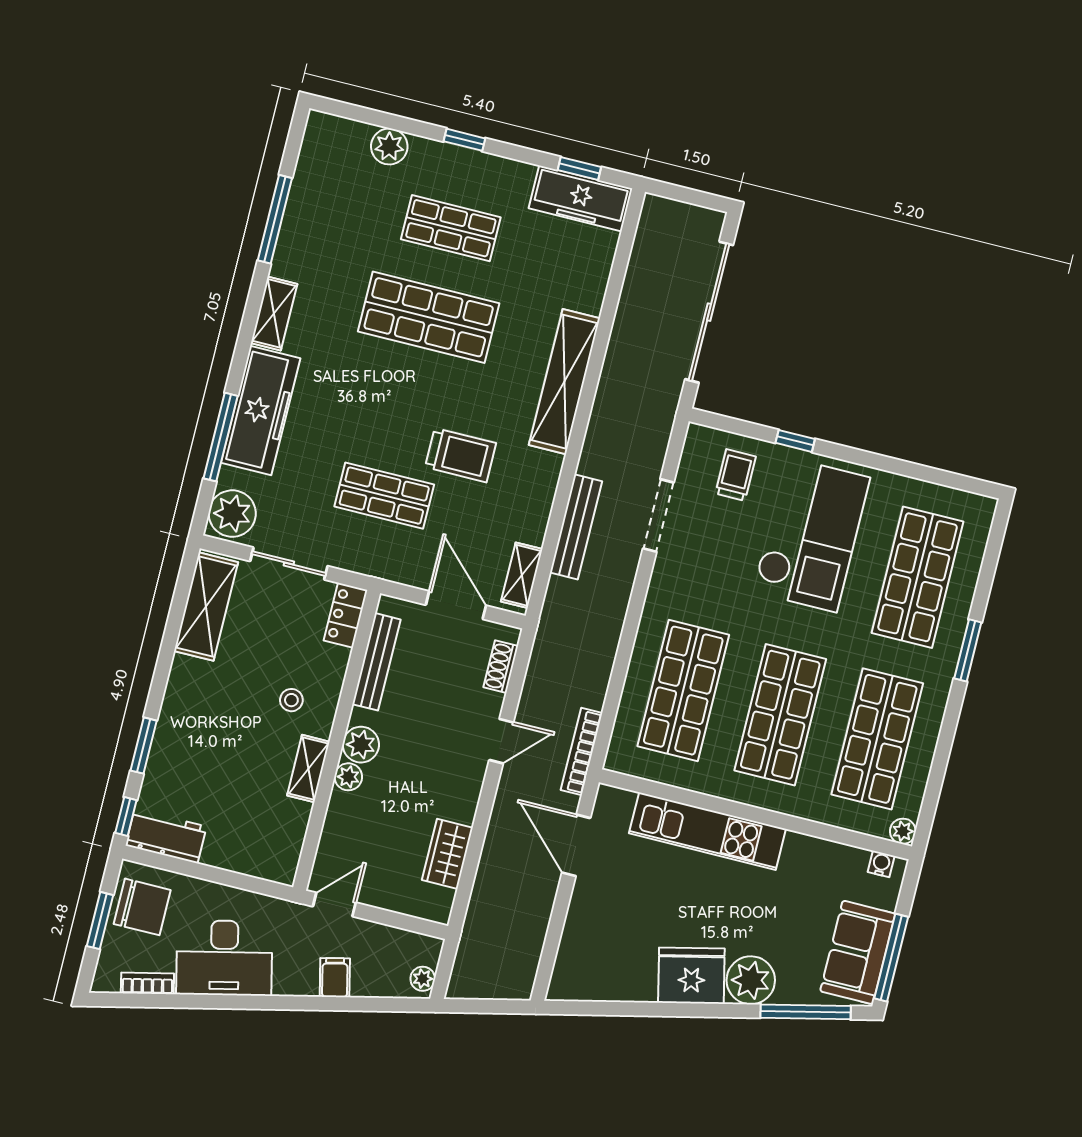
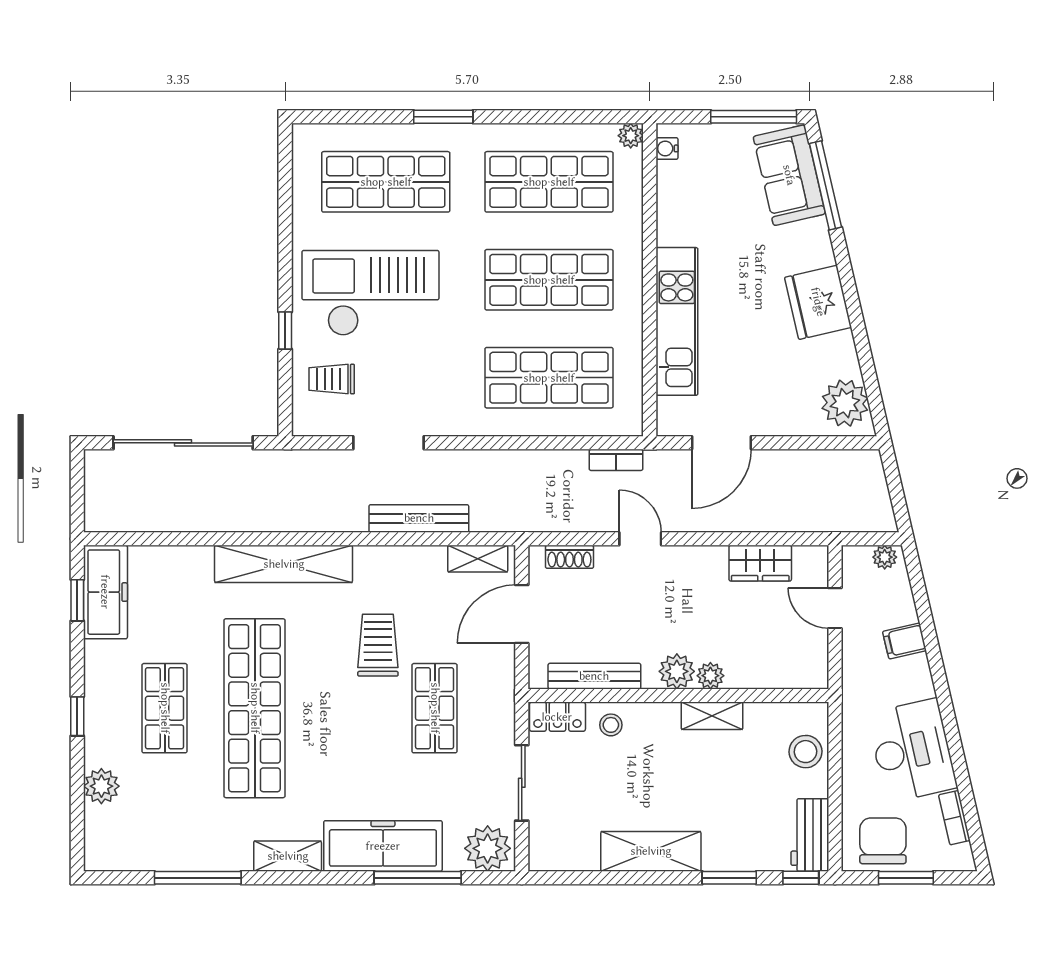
shop shelf: (429, 317) -> (255, 708), width x1.40
shelving: (206, 607) -> (651, 851), moved
stool: (291, 700) -> (611, 725), moved
bookcase: (582, 751) -> (616, 460), width x0.64
stool: (250, 852) -> (806, 752), added
door: (334, 904) -> (835, 608), moved
sofa: (858, 952) -> (789, 175), moved, turned 77
plant: (751, 980) -> (845, 403), moved

